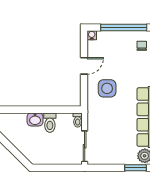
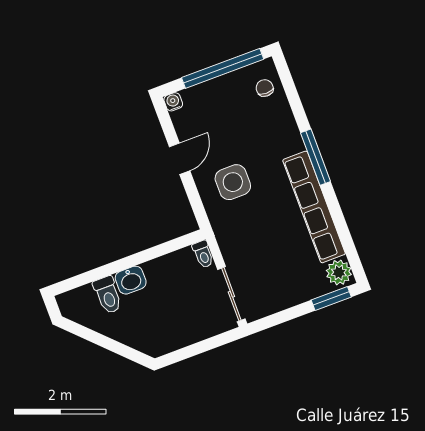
toilet: (50, 123) -> (108, 295), moved

